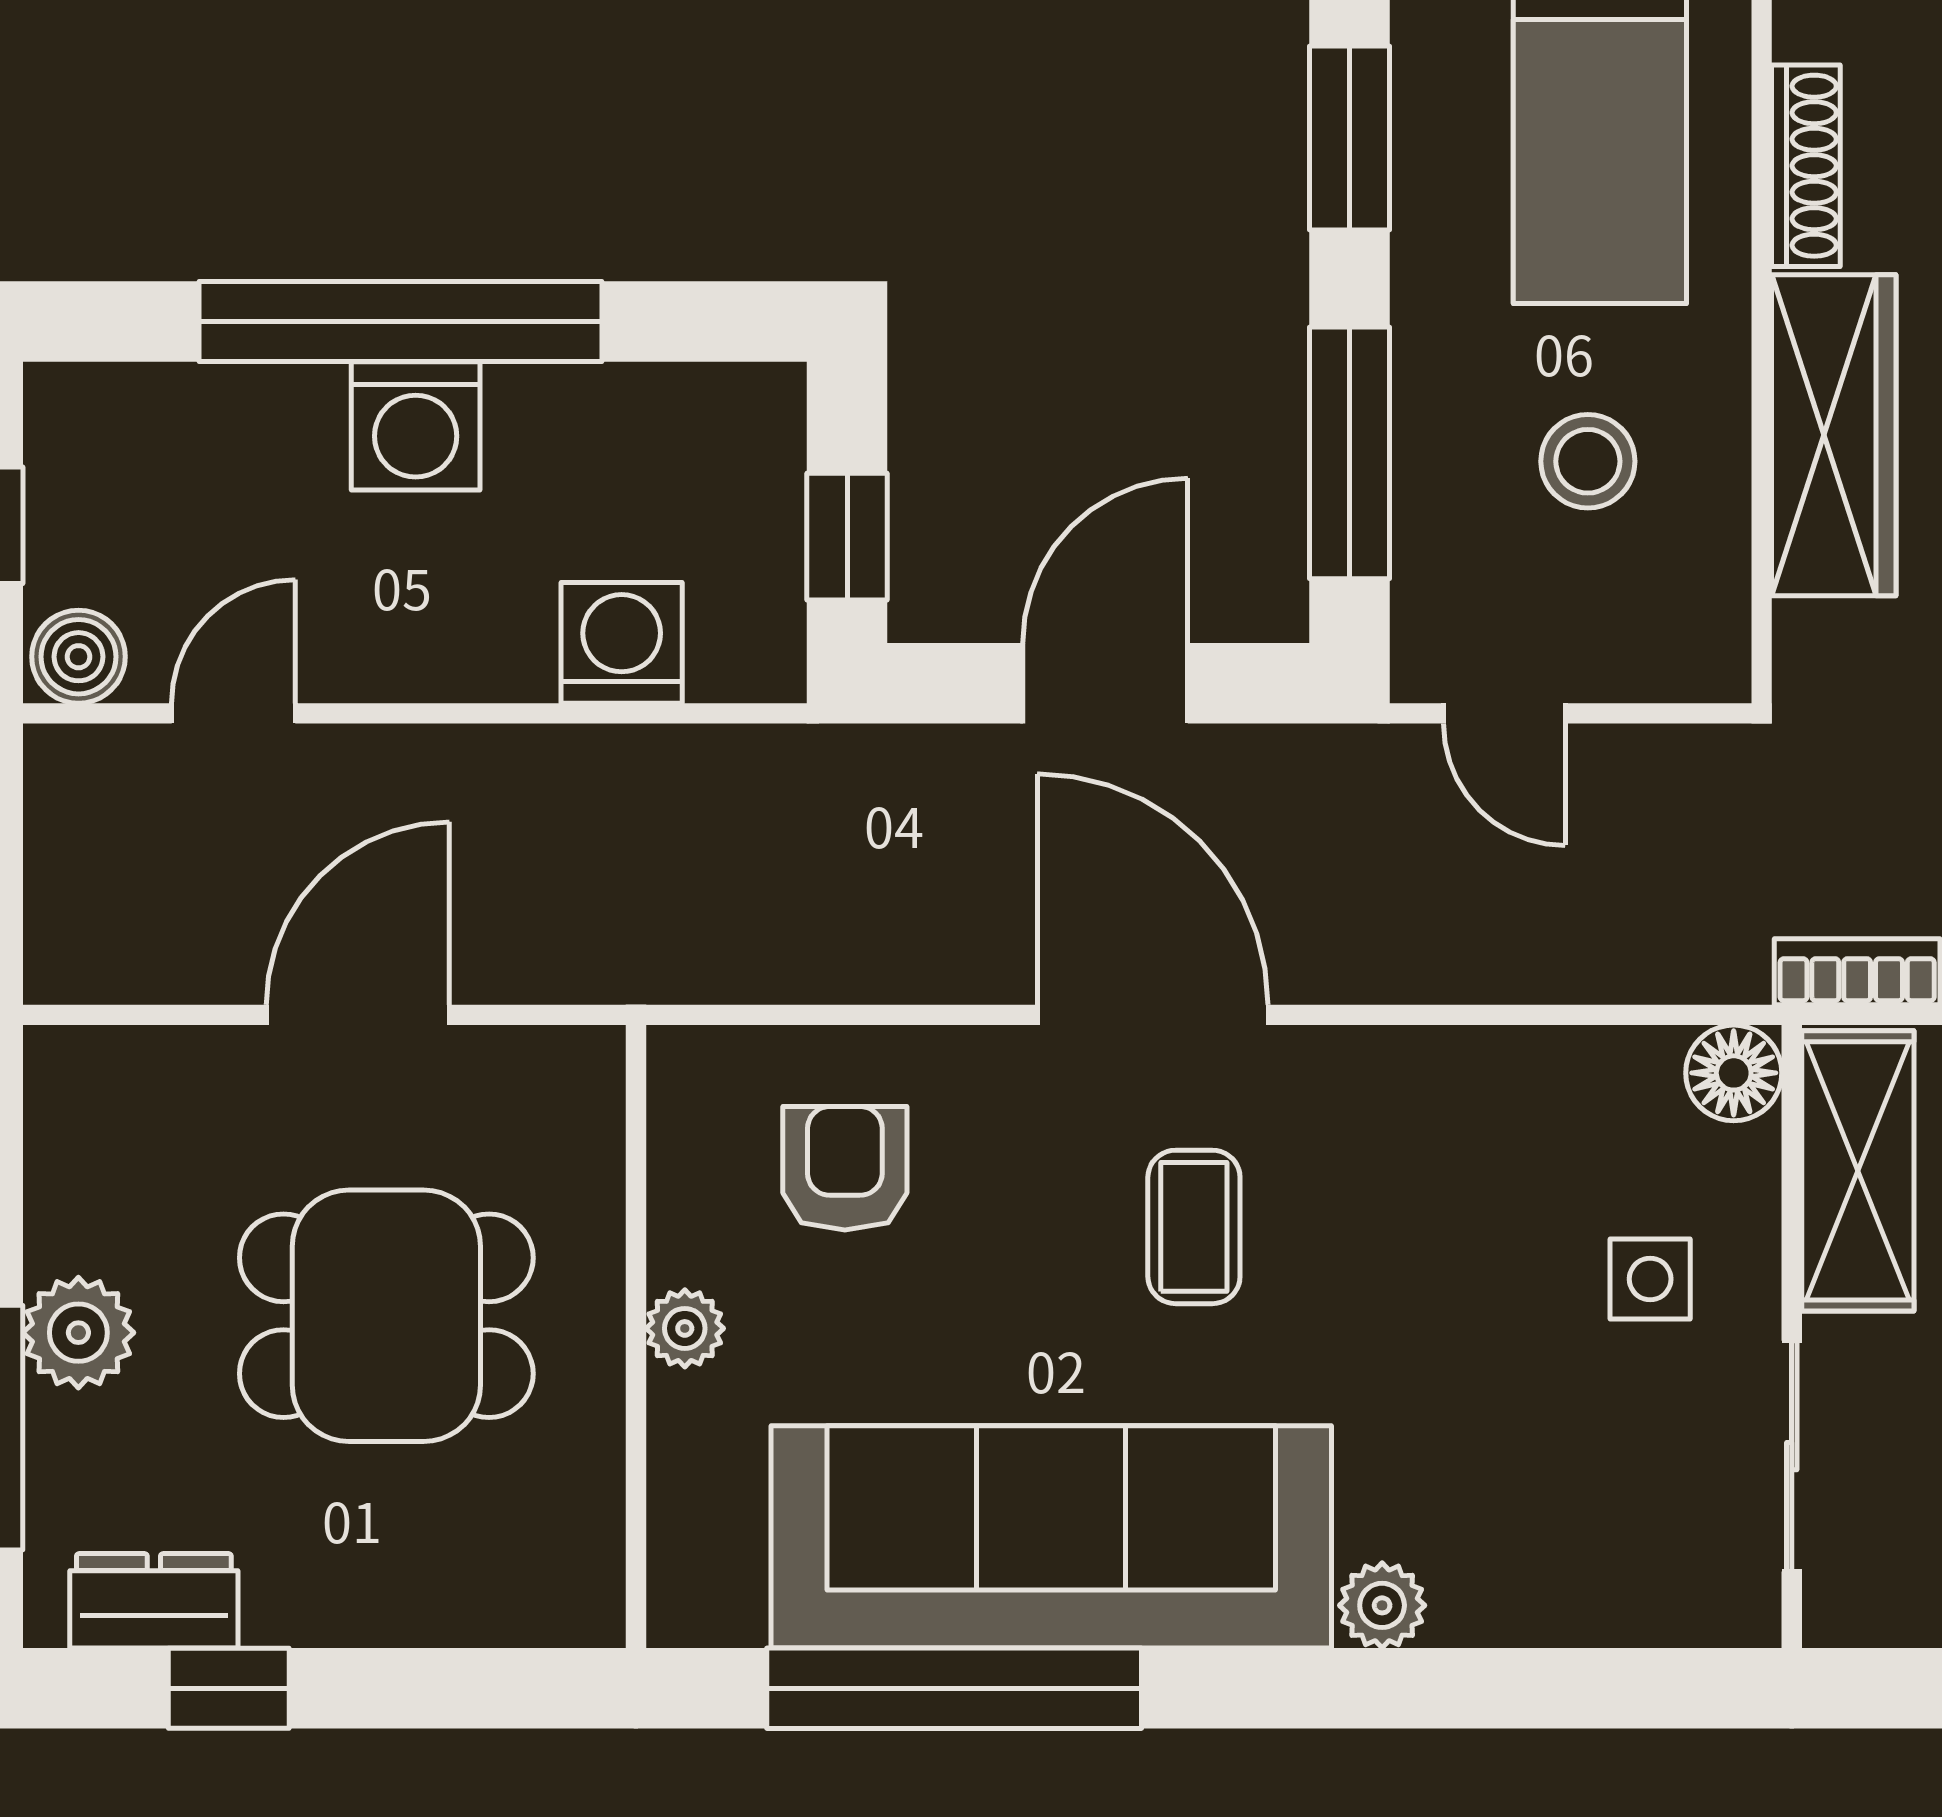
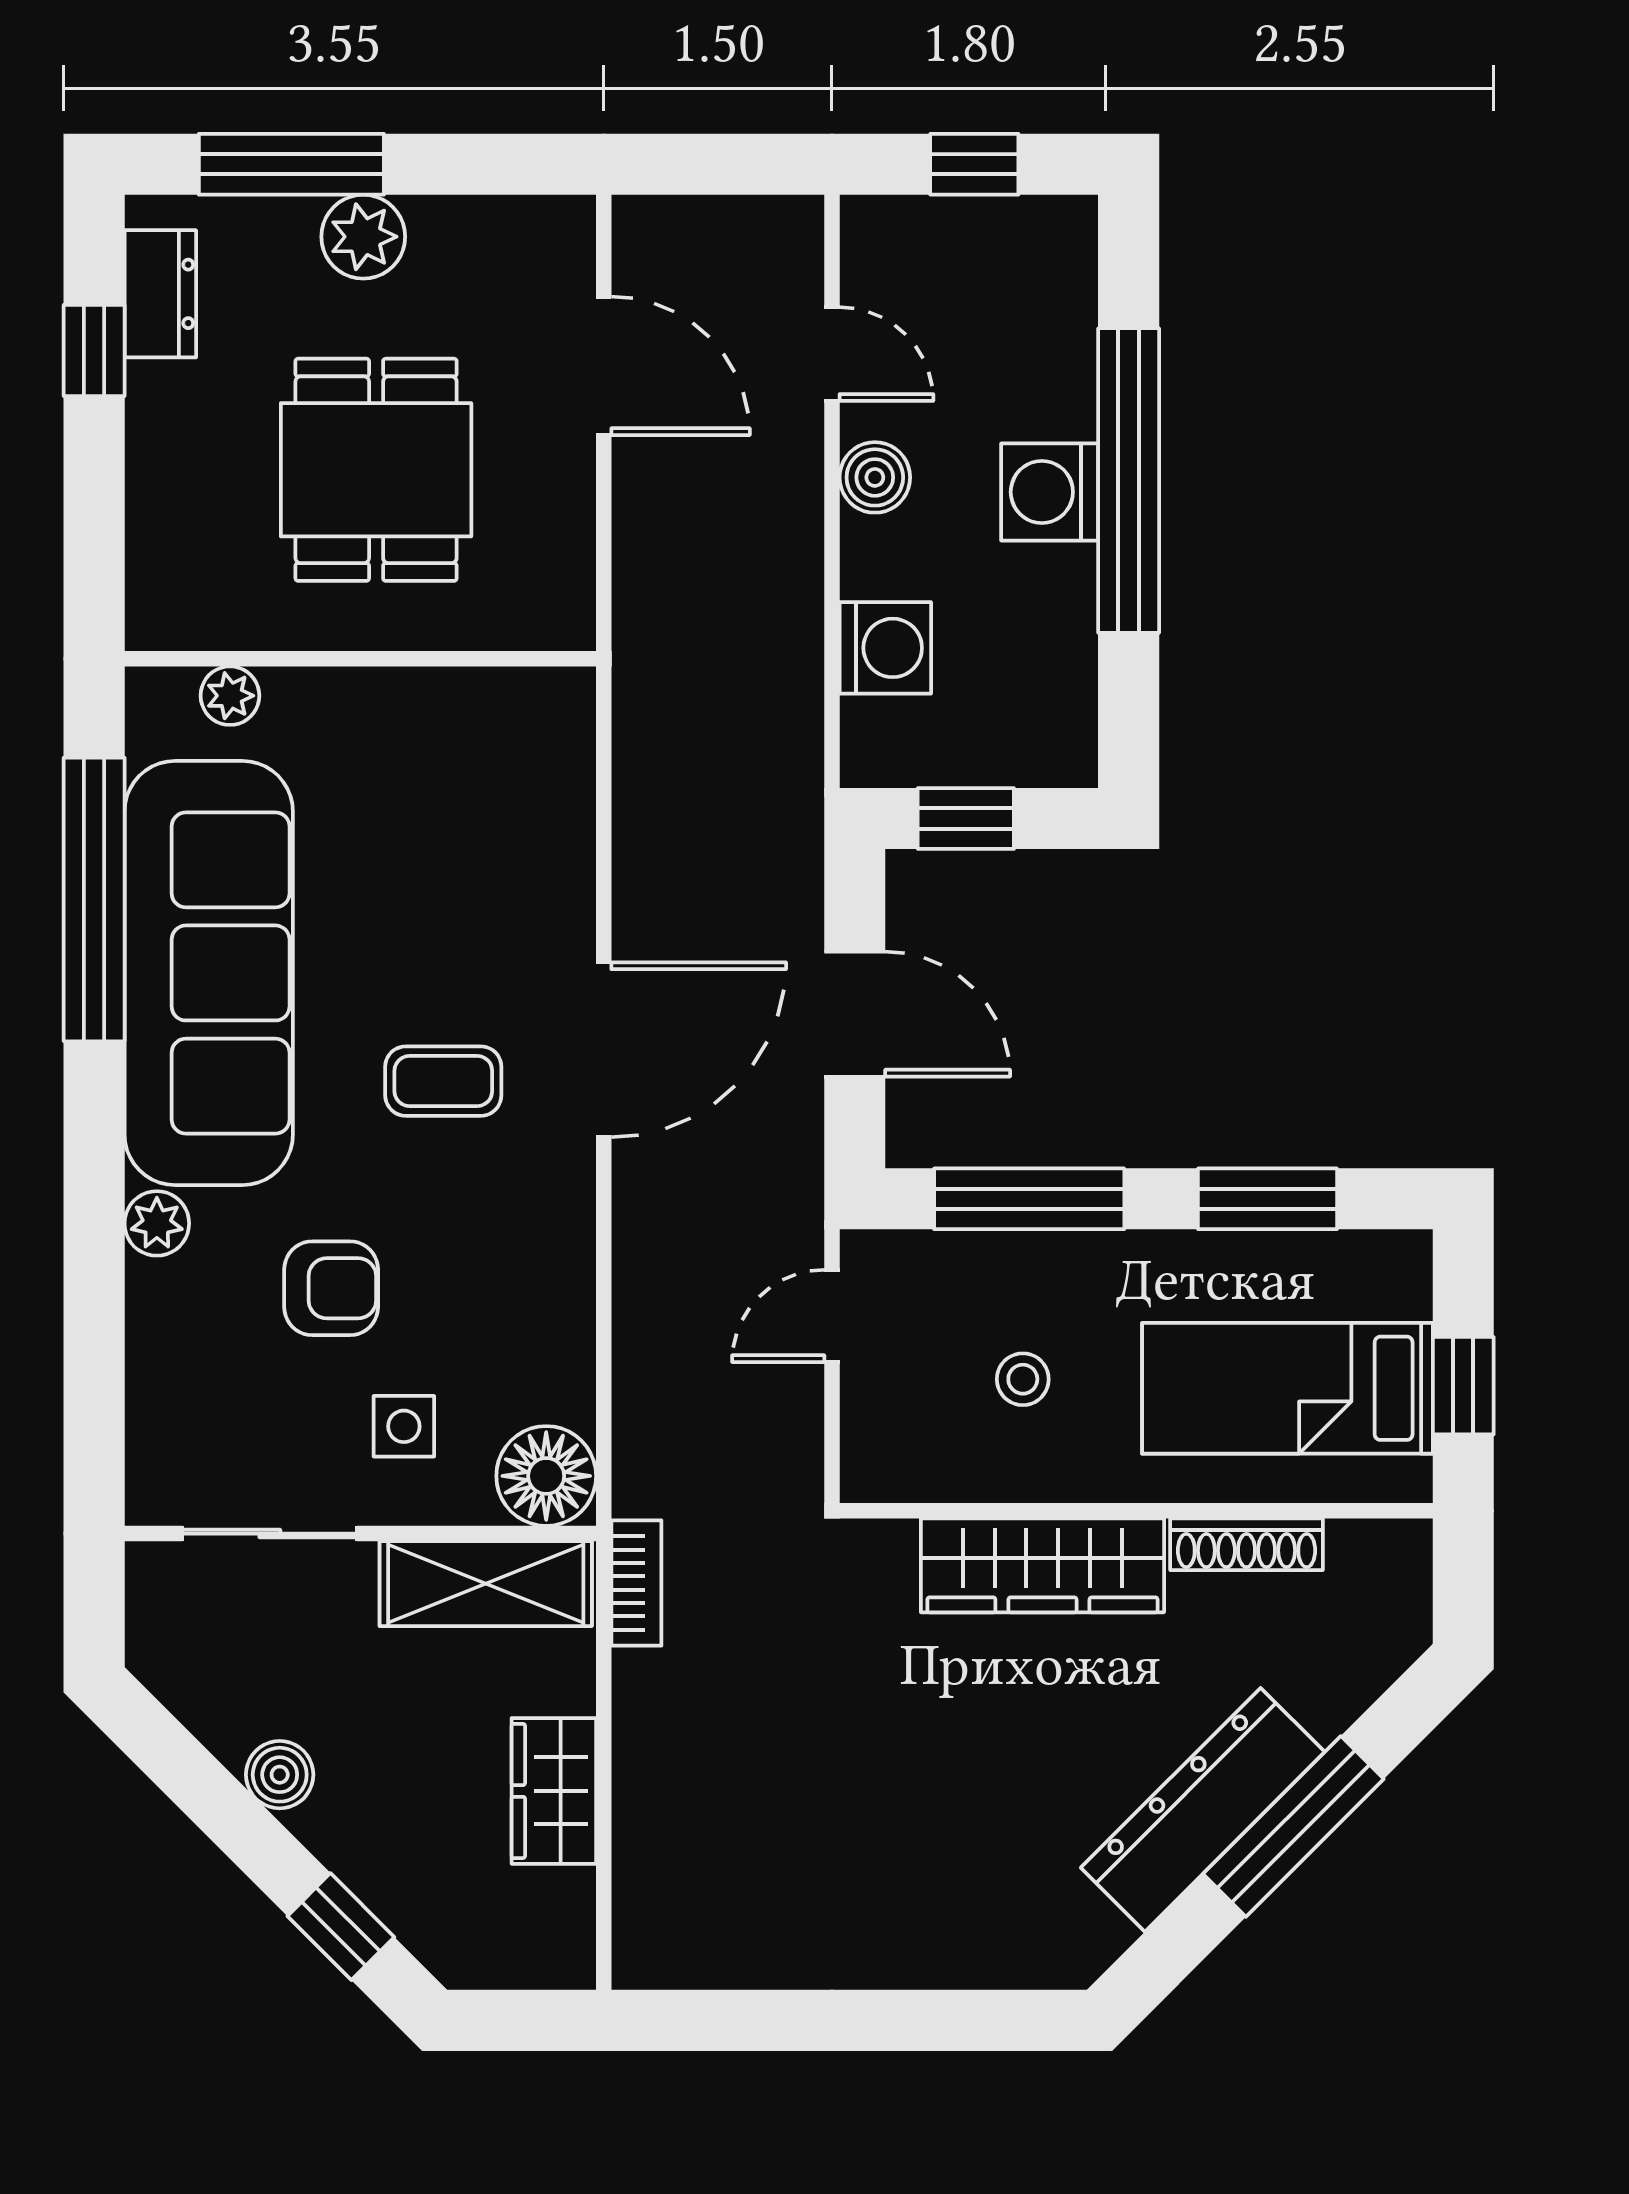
stool: (1588, 461) -> (1023, 1379), width x0.73, depth x0.73
boiler: (79, 657) -> (875, 477), moved
door: (358, 1015) -> (604, 366), moved
floor lamp: (1734, 1073) -> (546, 1476), width x1.38, depth x1.38
armchair: (845, 1168) -> (331, 1288), moved
plant: (685, 1328) -> (230, 696), moved

